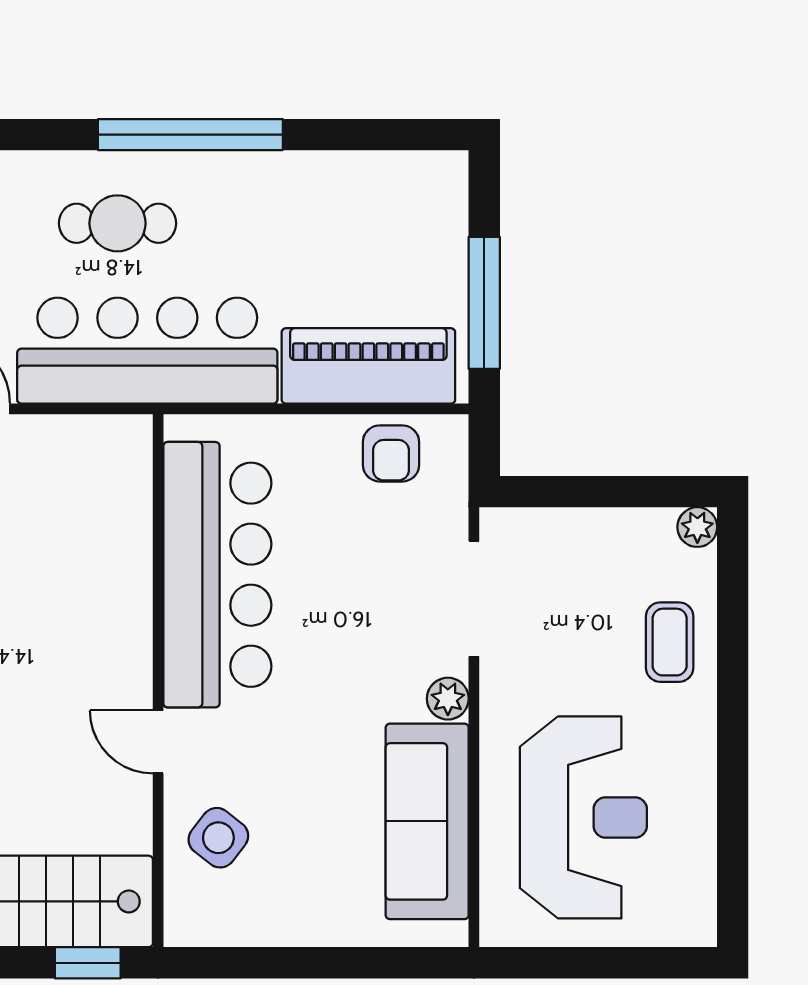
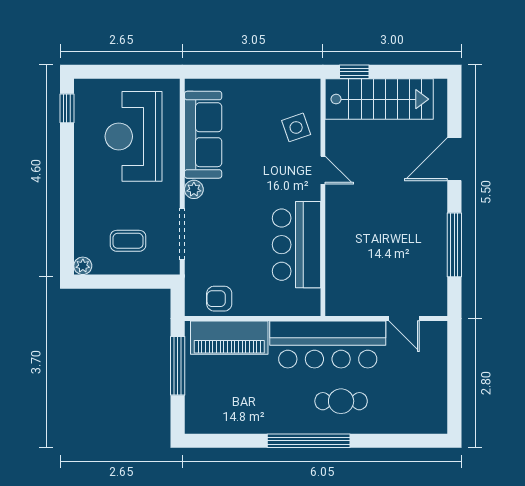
armchair: (391, 453) -> (219, 299), turned -90
bar counter: (217, 575) -> (297, 245), width x0.73
coffee table: (670, 642) -> (128, 241), moved, turned 90
side table: (218, 838) -> (296, 127), turned 33
window: (733, 881) -> (67, 108), added

